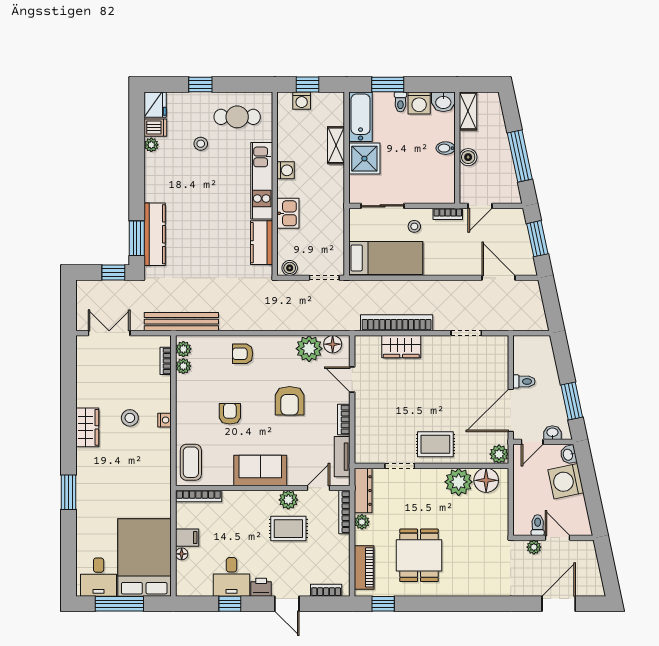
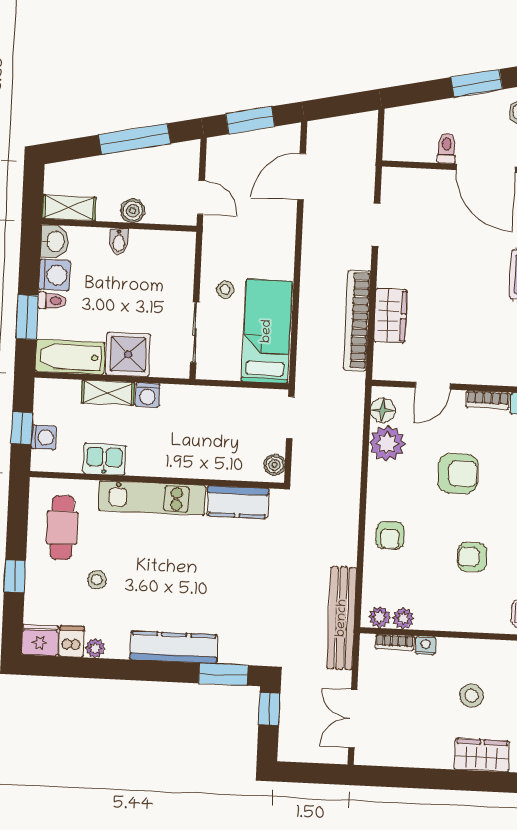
washing machine: (286, 170) -> (148, 395), moved, turned 180
kitchen sink: (288, 213) -> (104, 459), moved
bookcase: (448, 214) -> (210, 243), removed
kitchen counter: (155, 234) -> (174, 647), moved
nightstand: (165, 420) -> (426, 645), moved

